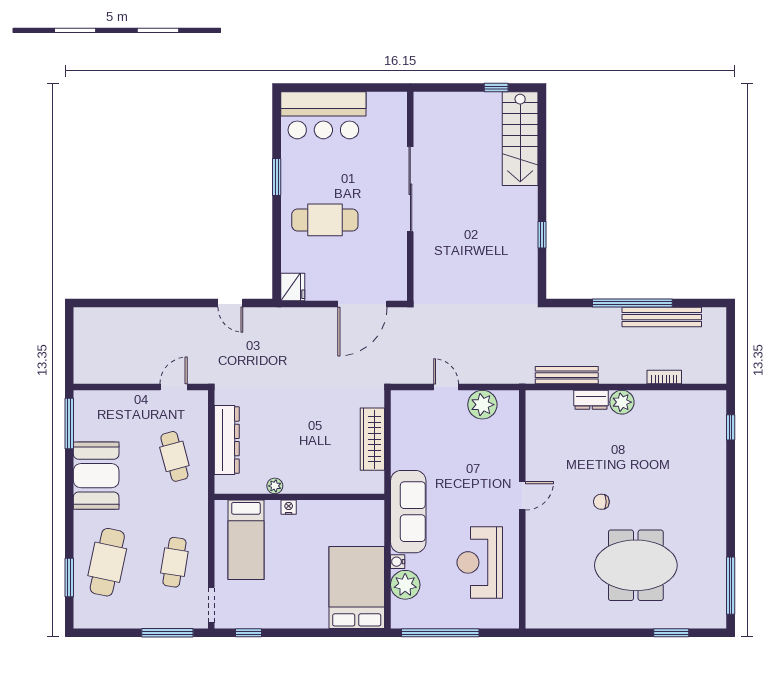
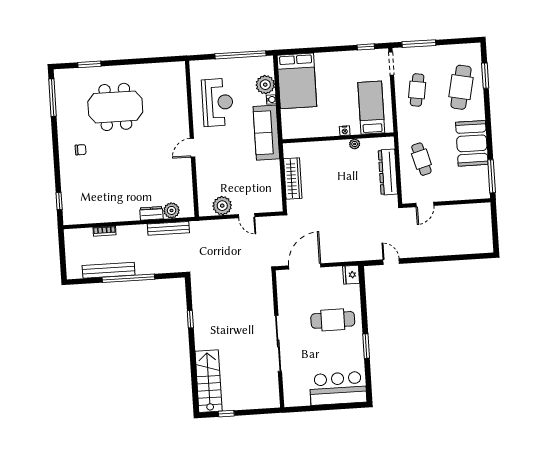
plant: (622, 402) -> (172, 210), moved
chair: (601, 502) -> (81, 150), moved

